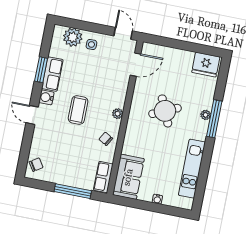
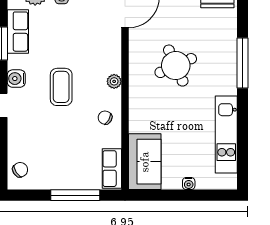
row of seats: (52, 74) -> (18, 32), moved
plant: (206, 115) -> (230, 60), removed

